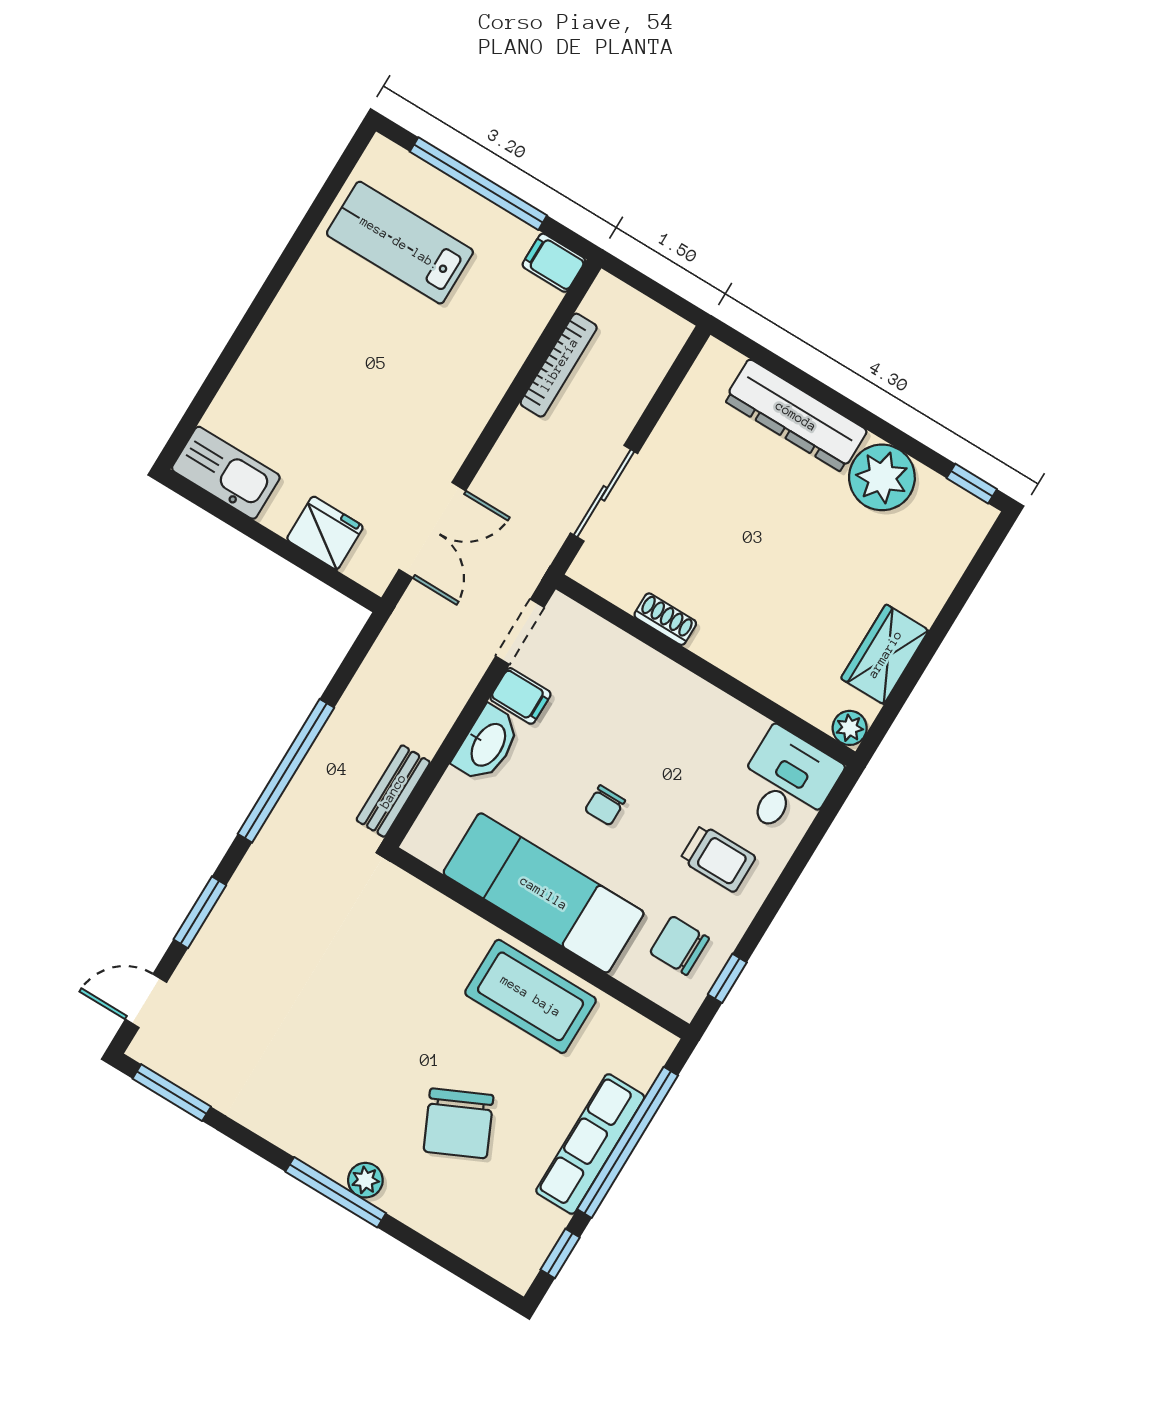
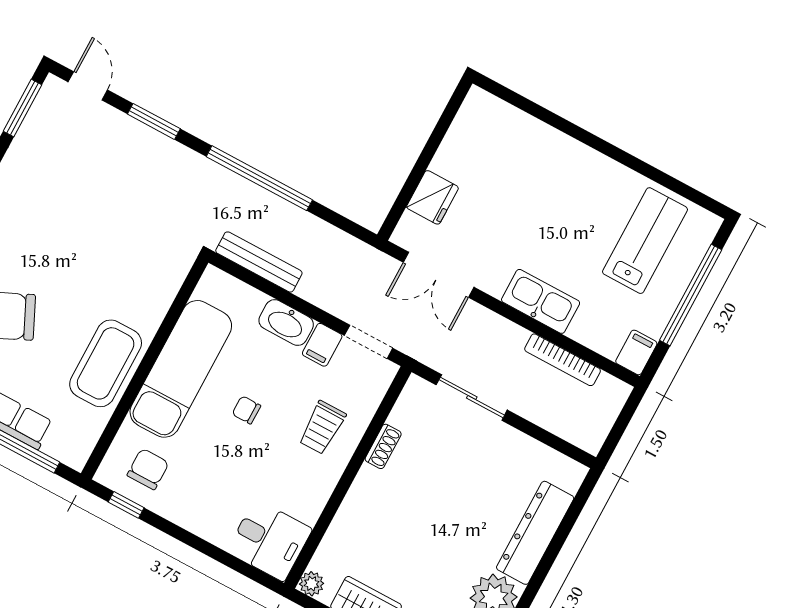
kitchen sink: (226, 473) -> (541, 301), moved, turned -90
bench: (393, 791) -> (259, 262), width x1.36
trolley: (718, 858) -> (322, 428), moved

